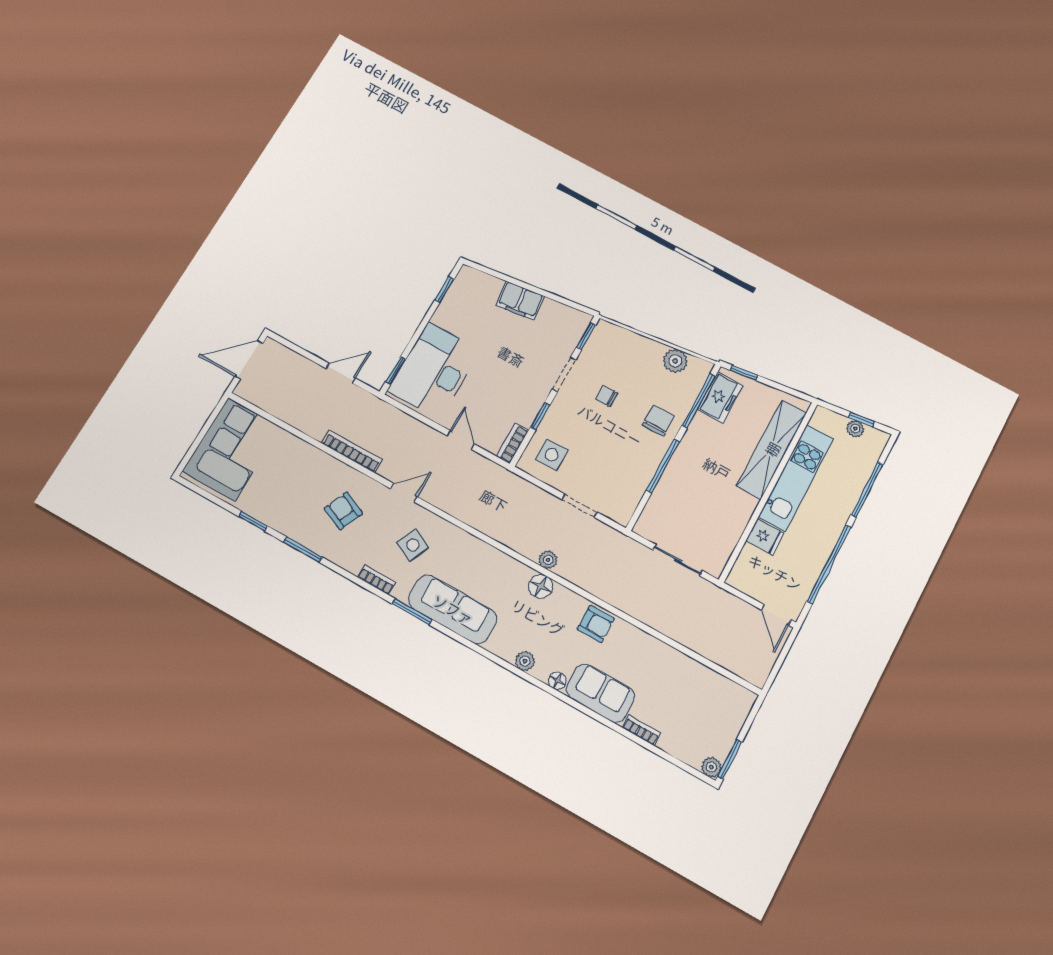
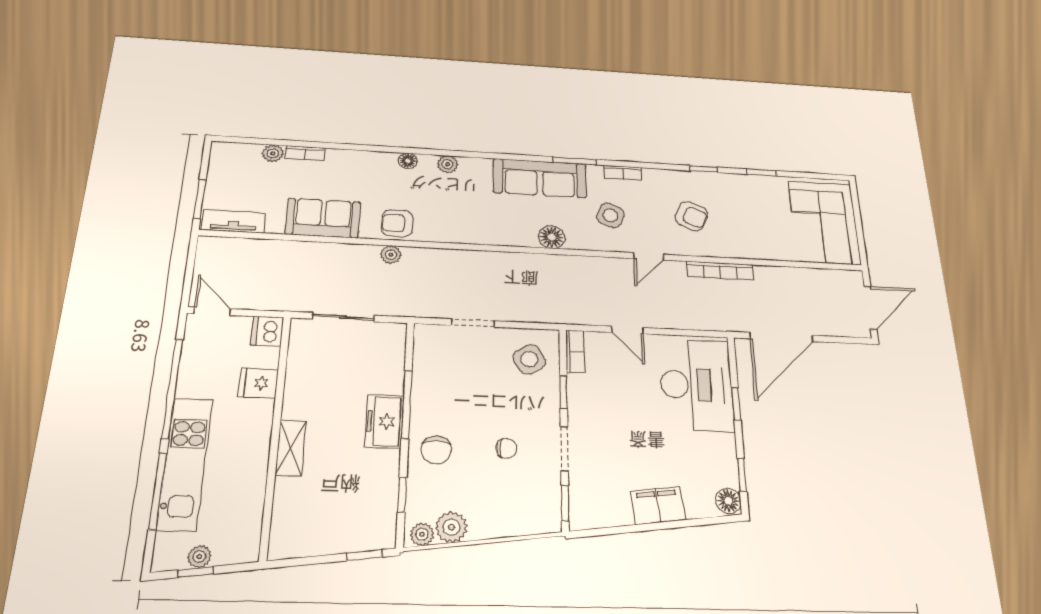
floor lamp: (467, 278) -> (728, 501), added
plant: (698, 367) -> (422, 534), added
window: (396, 371) -> (736, 404), moved
door: (341, 373) -> (781, 337), width x1.87
freezer: (720, 397) -> (384, 421), moved
window: (699, 401) -> (402, 495), width x0.46
shelving: (772, 449) -> (291, 448), width x0.45, depth x0.75
side table: (552, 455) -> (529, 359), turned -31
kitchen unit: (796, 478) -> (185, 464), moved, turned 180
window: (303, 549) -> (704, 169), width x0.67
plant: (548, 560) -> (391, 255), moved
dishwasher: (741, 577) -> (267, 331), added
floor lamp: (541, 586) -> (552, 237), moved
tv unit: (728, 690) -> (234, 221), added
sofa: (600, 693) -> (323, 218), moved, turned 180
window: (730, 759) -> (200, 199), moved
plant: (711, 767) -> (273, 153), moved

